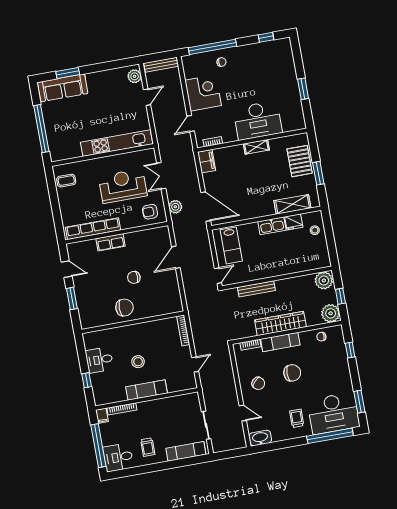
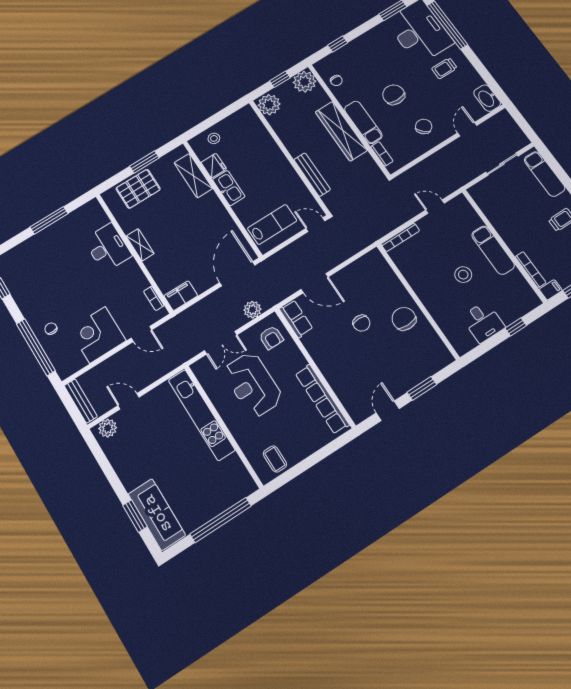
window: (303, 89) -> (49, 220), width x1.44
desk: (258, 120) -> (108, 248), width x0.73, depth x0.77
row of seats: (110, 242) -> (296, 319), moved

